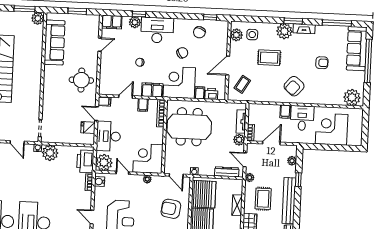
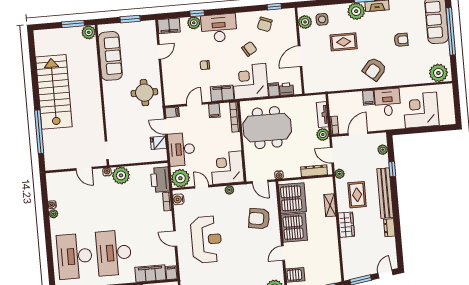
coffee table: (242, 84) -> (318, 74), removed

